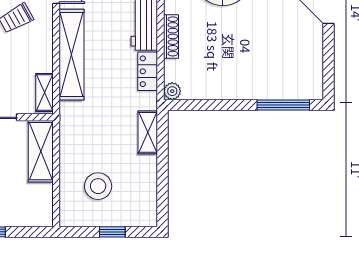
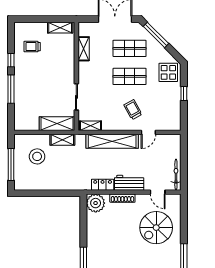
plant: (172, 91) -> (96, 203), width x1.88, depth x1.88
shelving: (148, 132) -> (62, 140), moved
window: (112, 232) -> (11, 164), width x2.17

